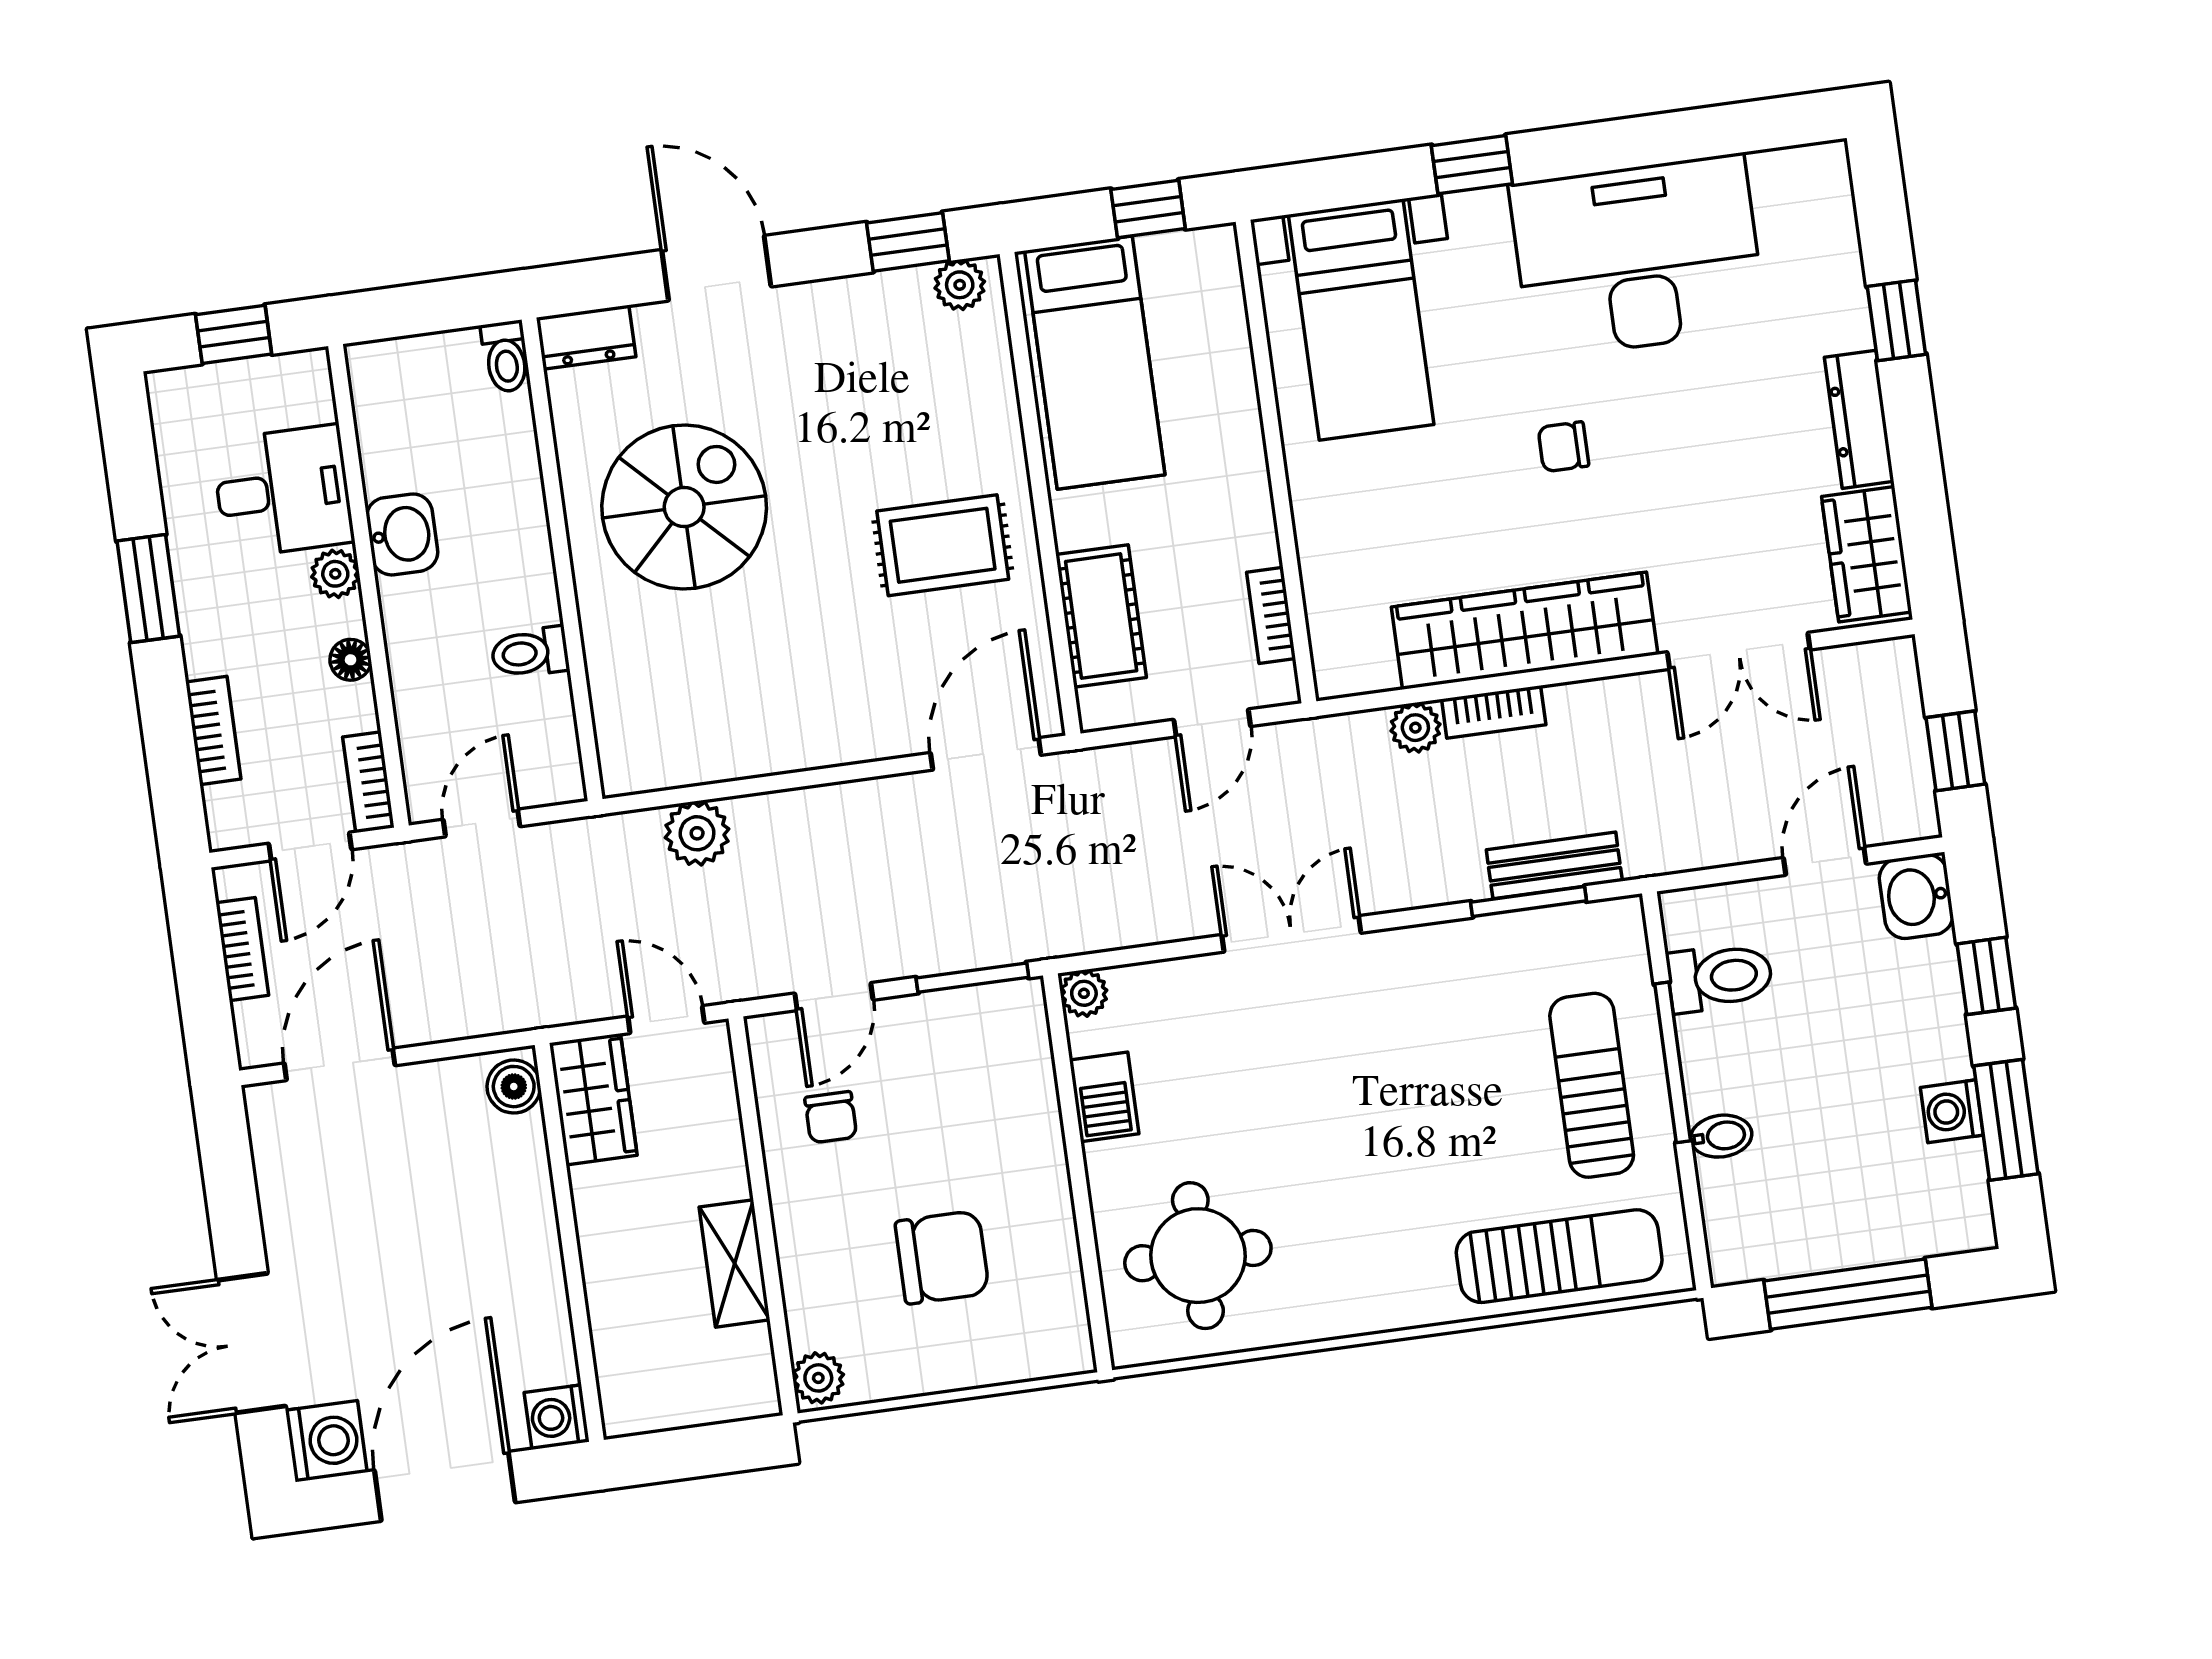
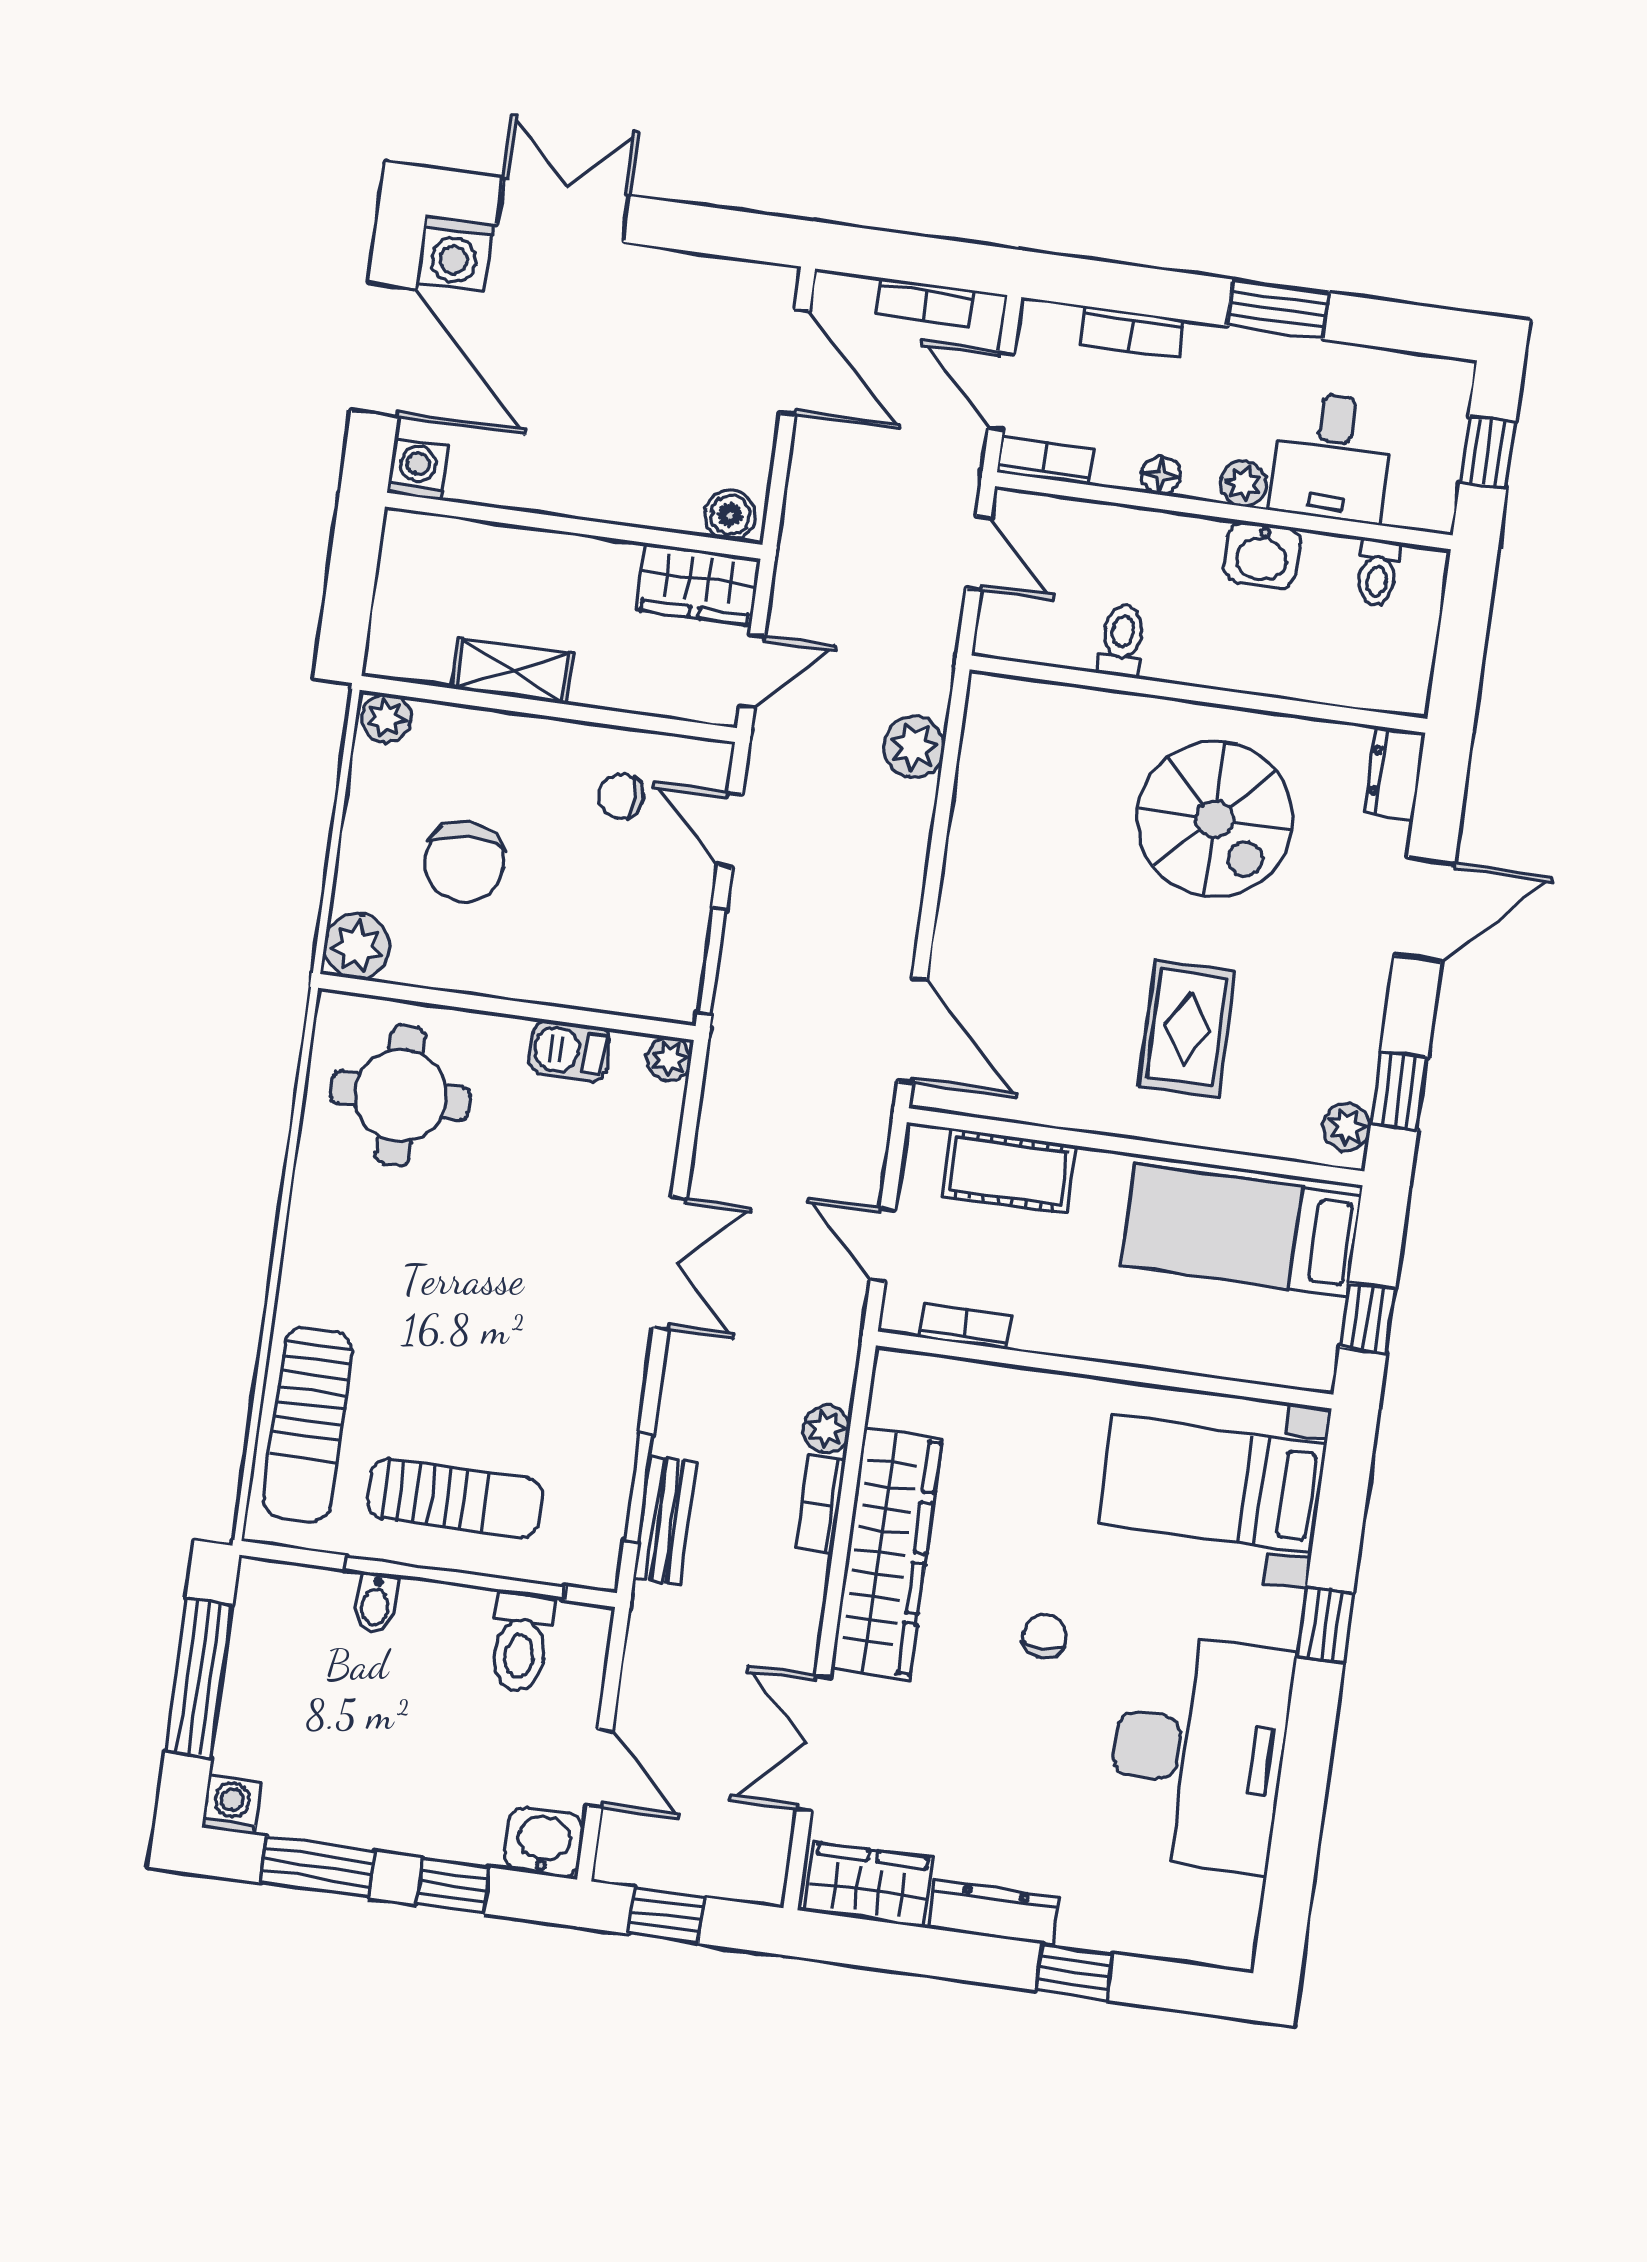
toilet: (506, 357) -> (1378, 572), moved, turned -90
rug: (943, 545) -> (1187, 1028), moved
window: (1673, 1062) -> (455, 1578), width x1.46
washing machine: (1952, 1111) -> (231, 1805), moved
plant: (1059, 1343) -> (357, 946), added

